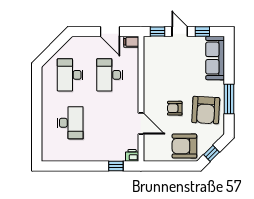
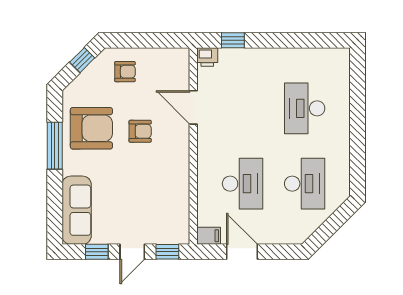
door: (180, 32) -> (132, 252), hinge flipped
armchair: (206, 110) -> (91, 128), turned 87
armchair: (184, 146) -> (125, 72), width x0.53, depth x0.53

